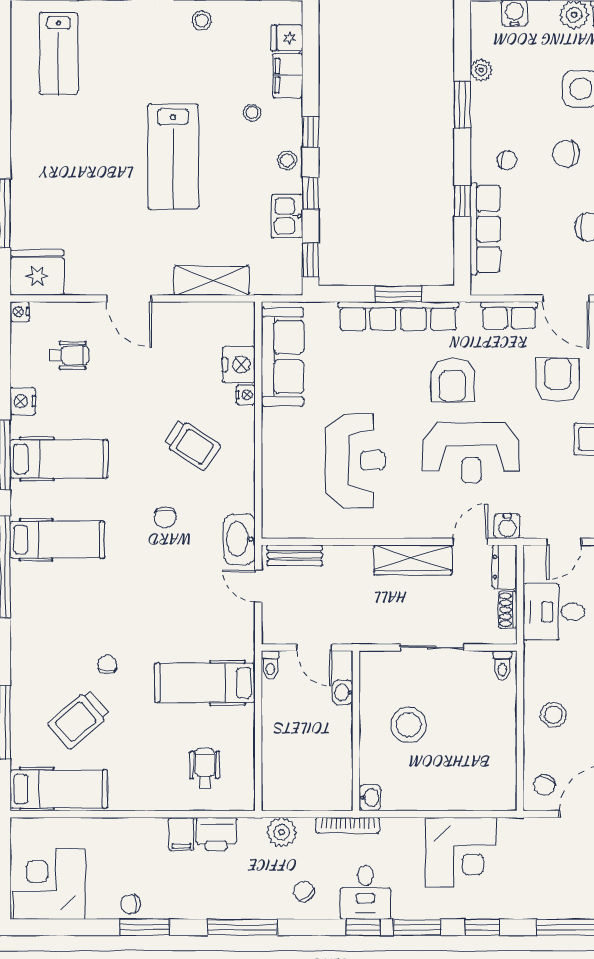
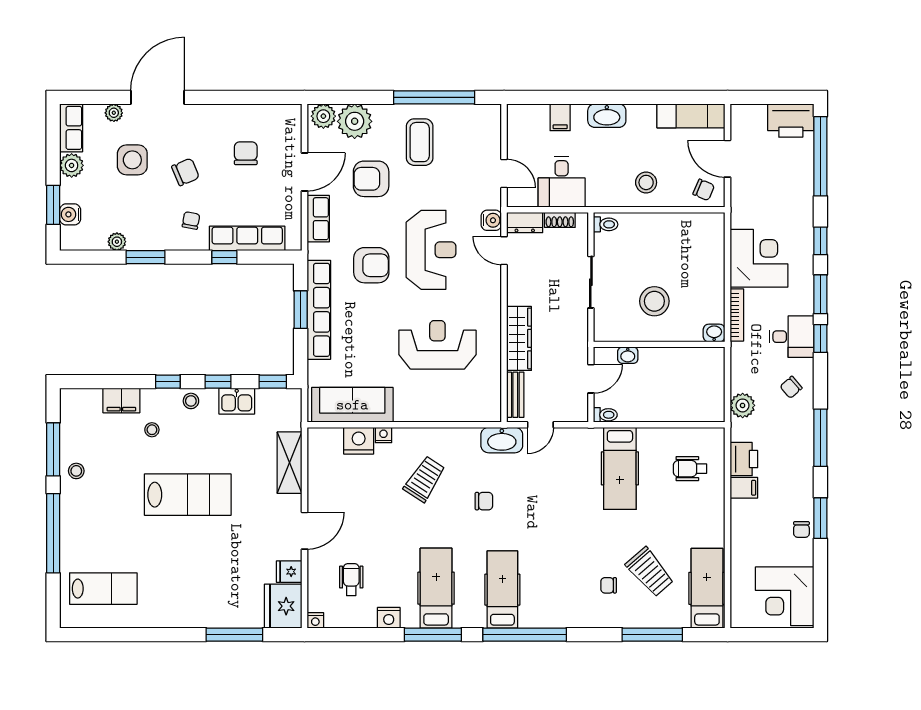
fridge: (287, 38) -> (289, 572), moved, turned 90
chair: (566, 154) -> (186, 172), turned -113
wardrobe: (413, 560) -> (519, 338), moved
chair: (107, 664) -> (609, 585), moved
bookcase: (348, 825) -> (737, 315), moved

